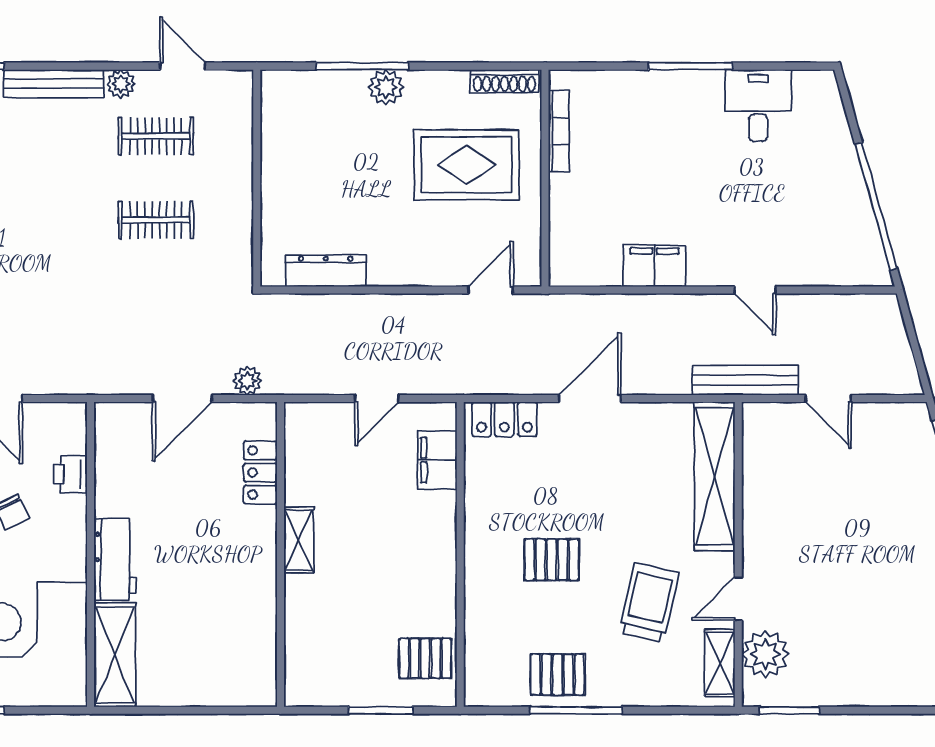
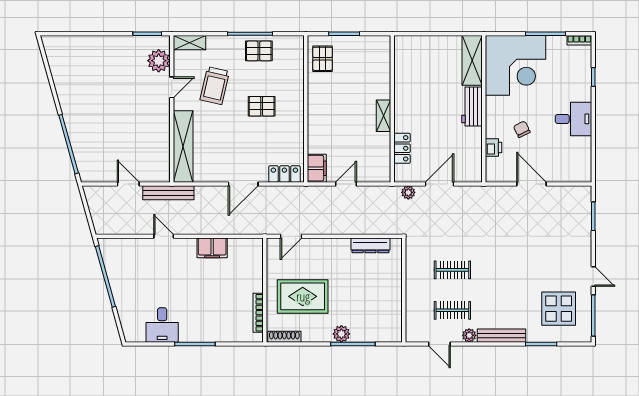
filing cabinet: (437, 460) -> (317, 168), moved
pallet: (425, 658) -> (323, 59), turned 90
shelving: (720, 663) -> (190, 43), moved, turned 90

